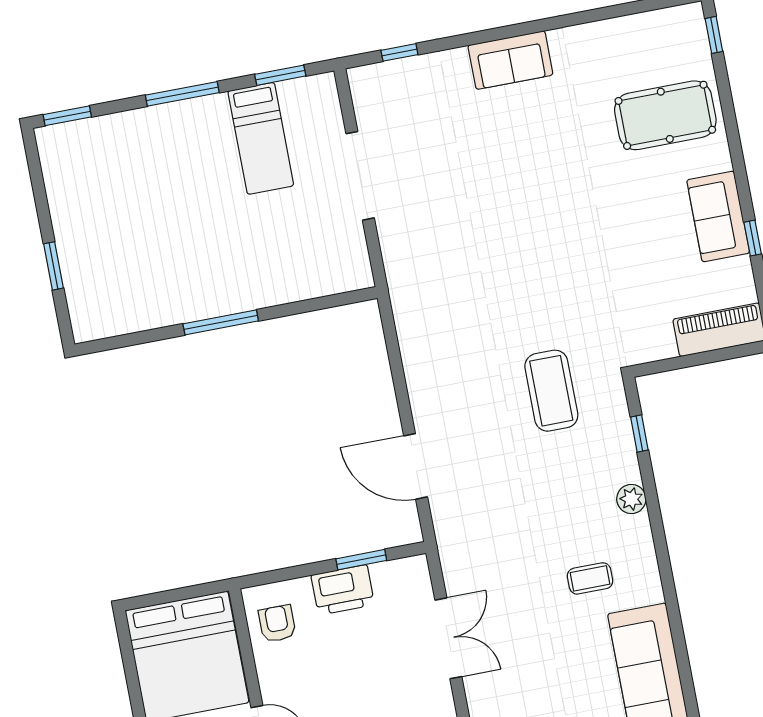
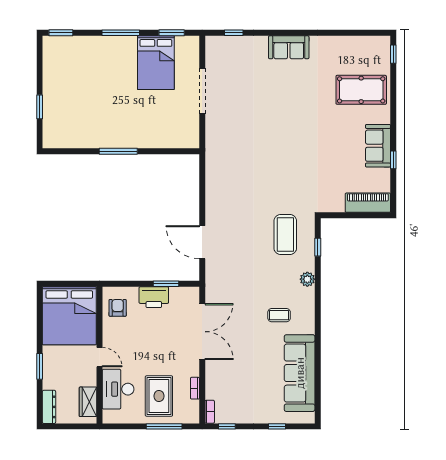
bed: (261, 138) -> (156, 63), width x1.50
coffee table: (551, 391) -> (285, 235), moved
double door: (448, 638) -> (202, 332), width x1.36

